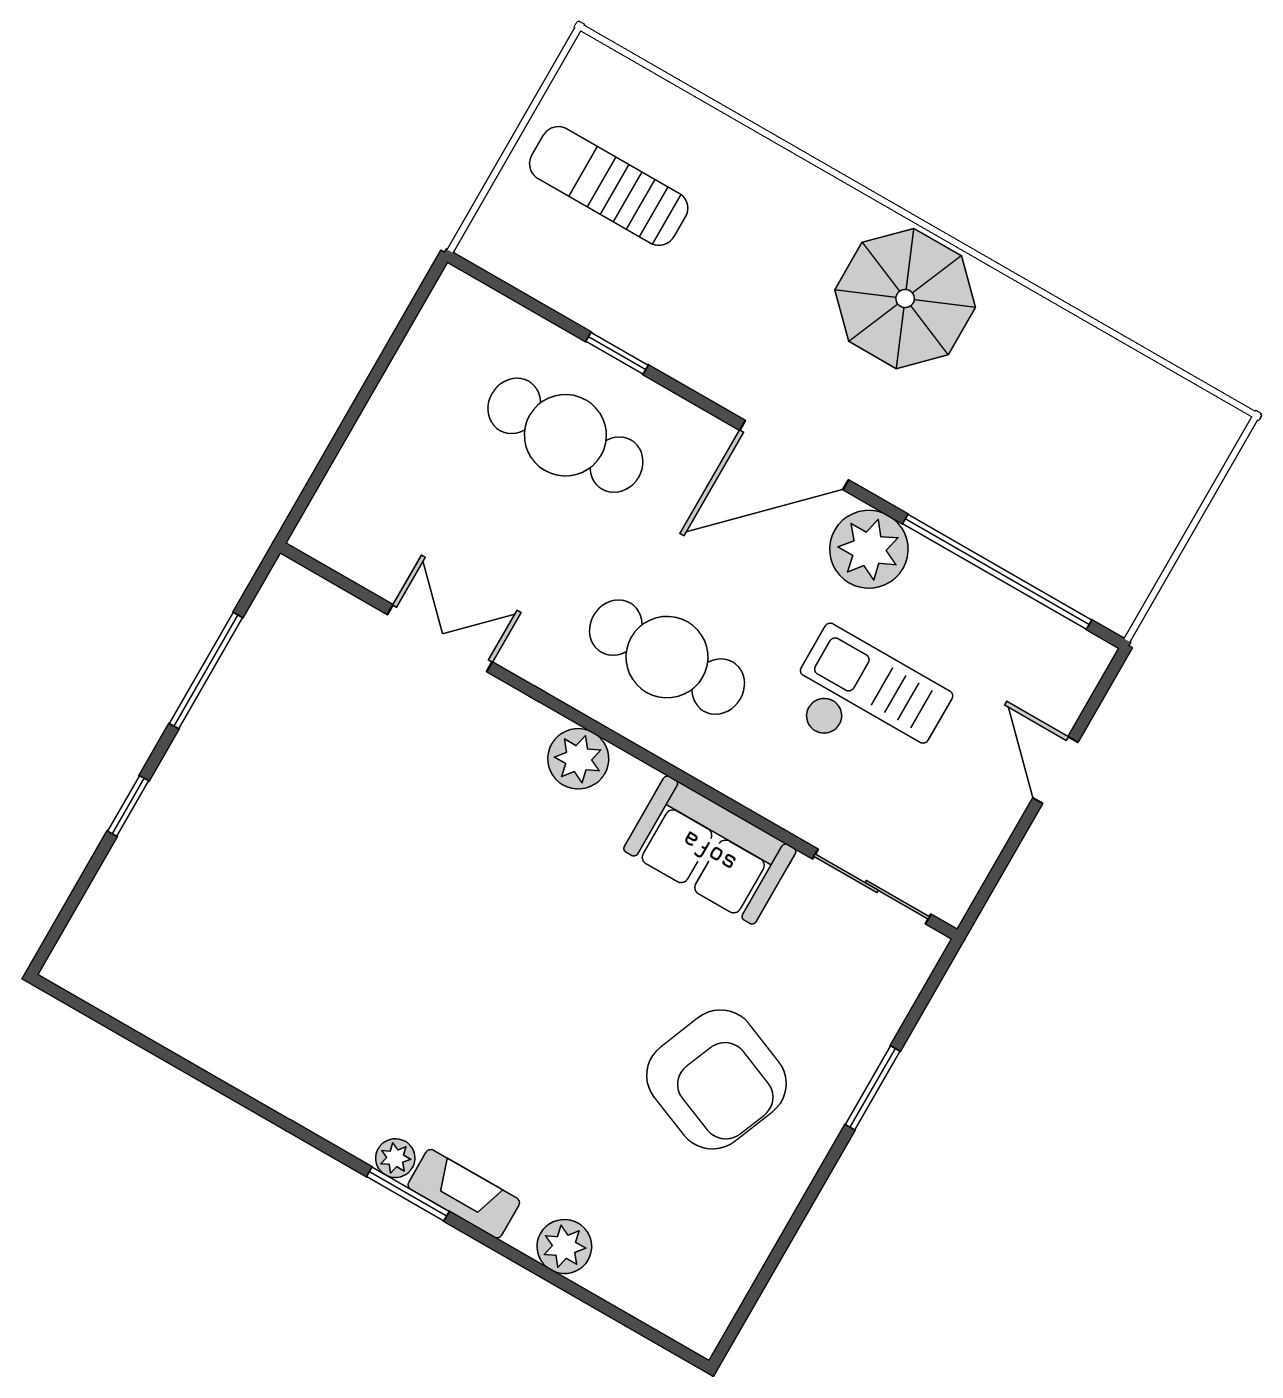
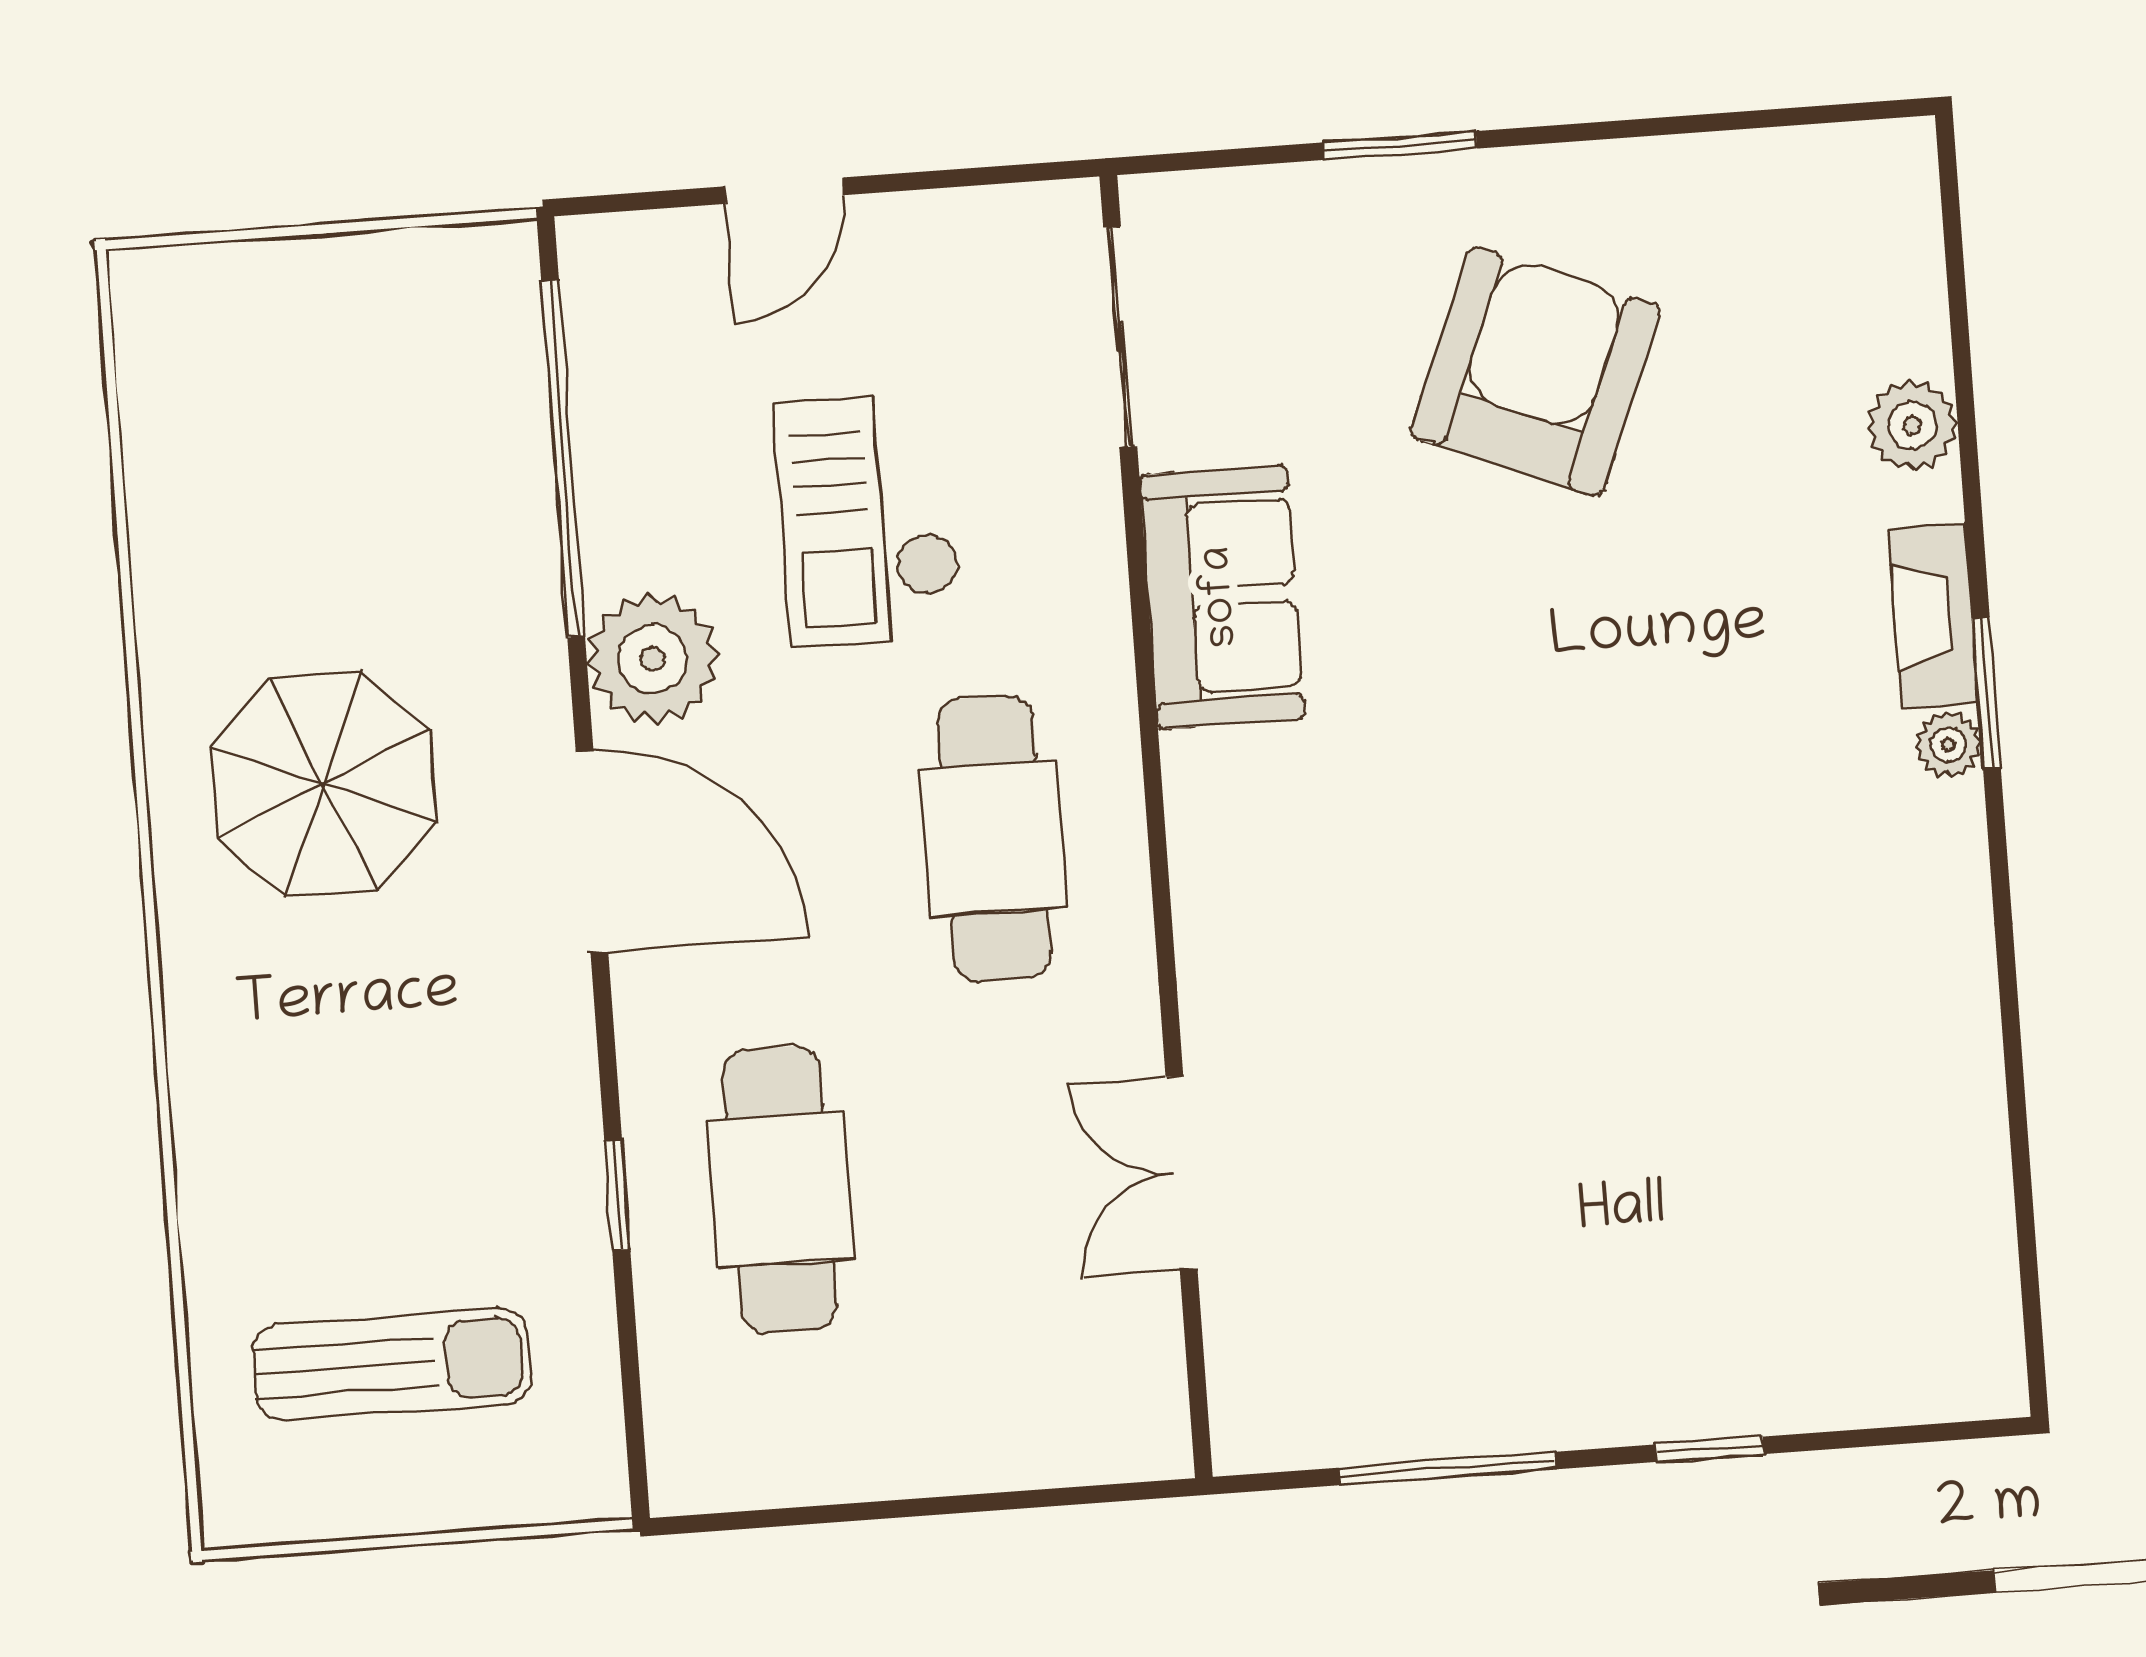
sun lounger: (609, 186) -> (392, 1364), turned -90
parasol: (905, 299) -> (323, 784), moved
plant: (578, 759) -> (1219, 866), removed

